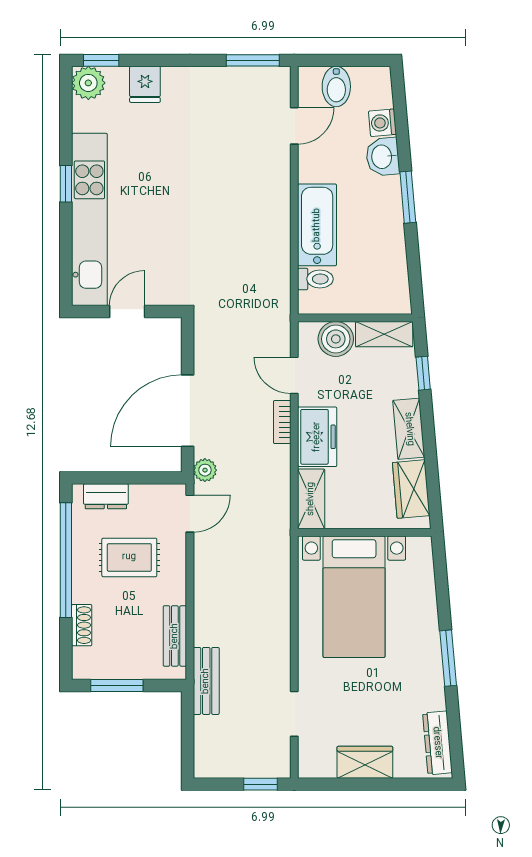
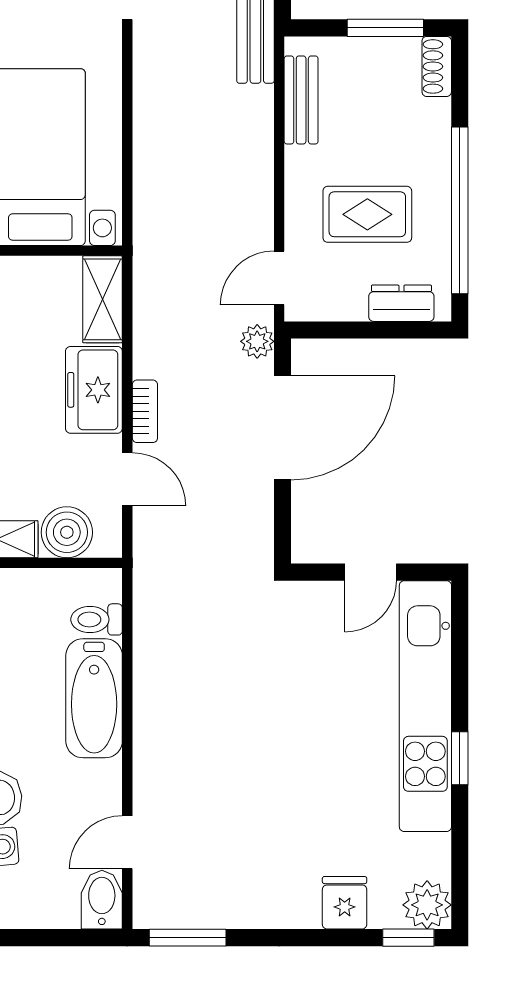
bidet: (336, 87) -> (102, 900), moved
shoe rack: (82, 625) -> (437, 66), moved

